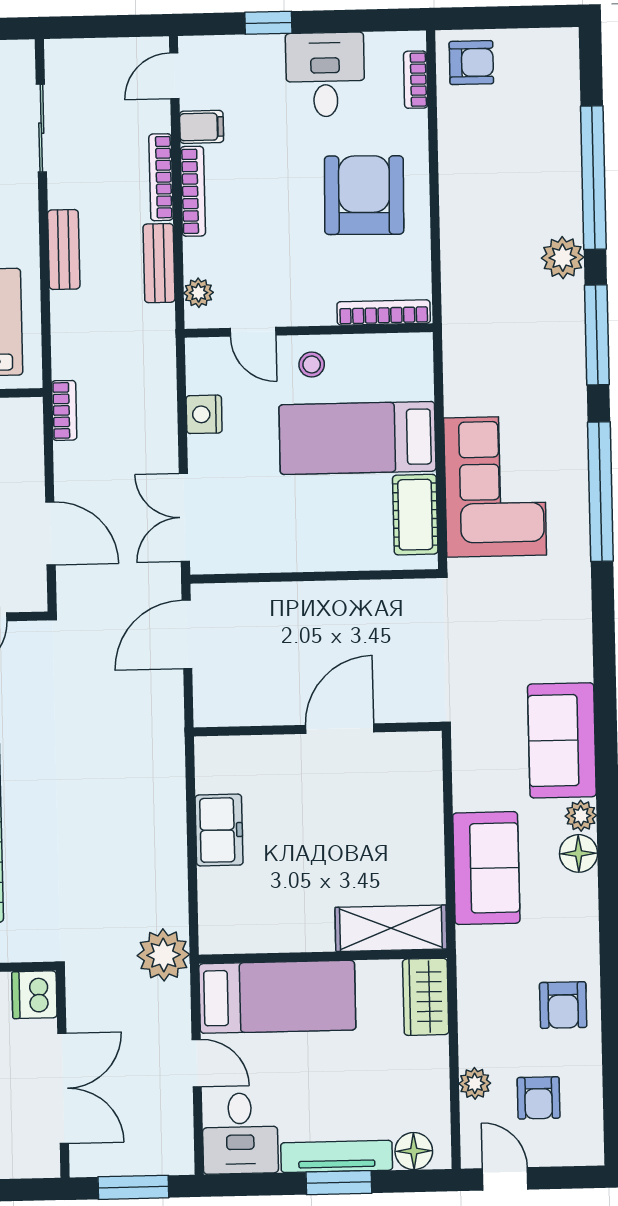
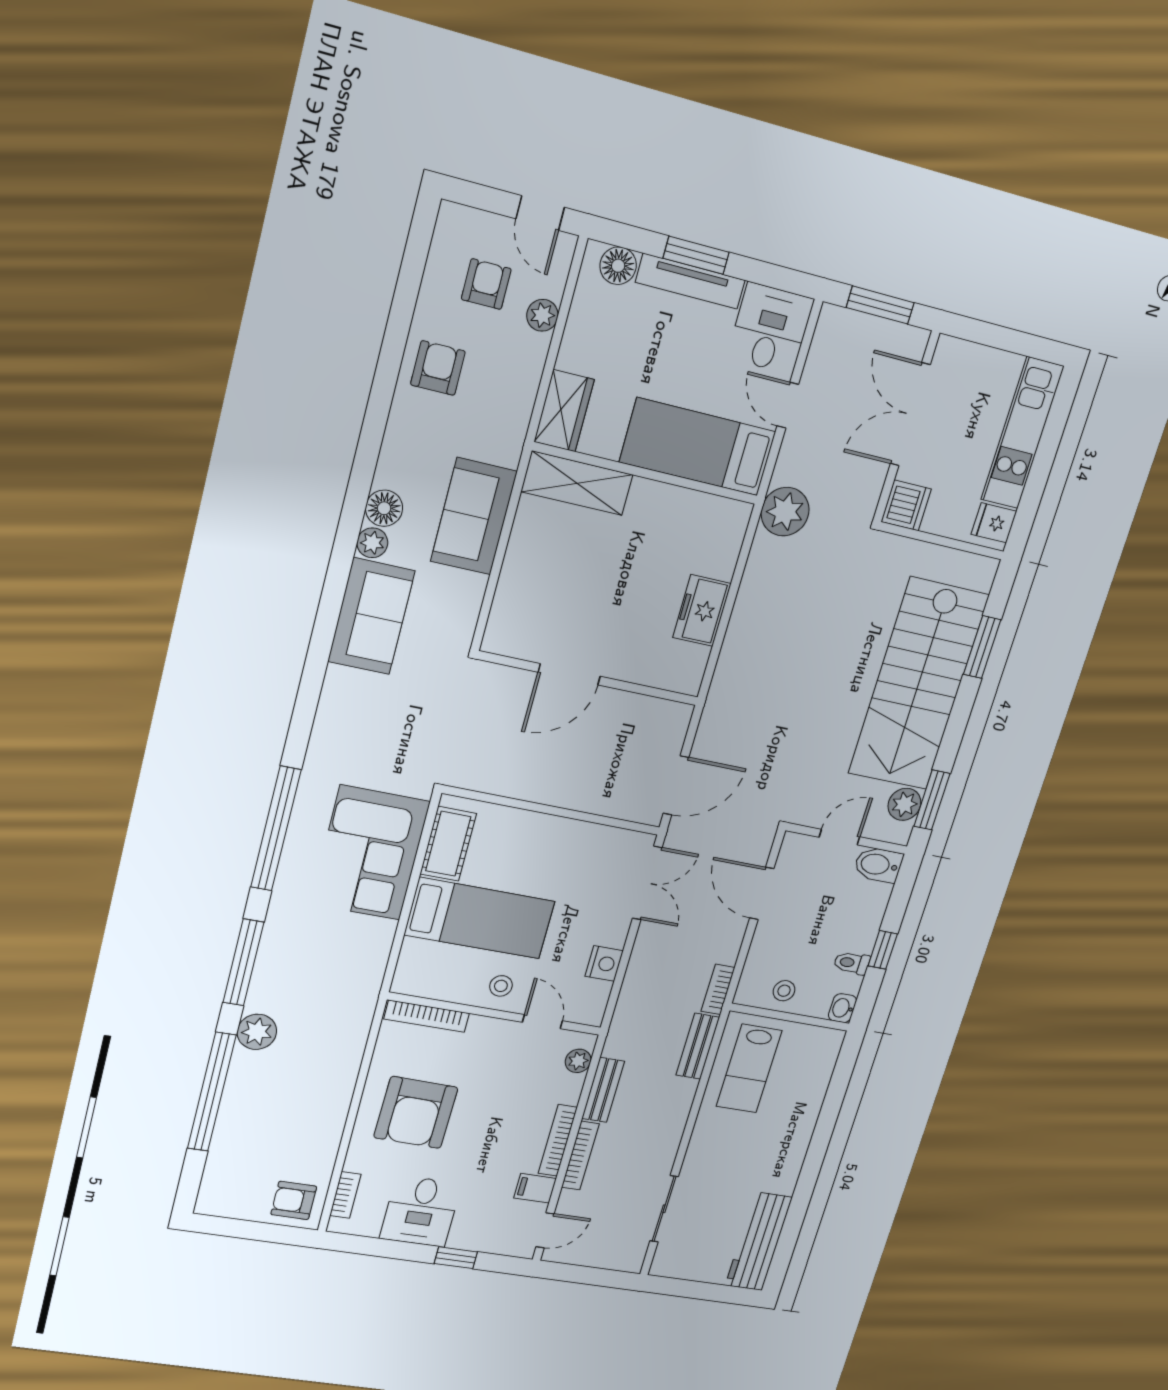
bench: (64, 249) -> (698, 1046), moved

